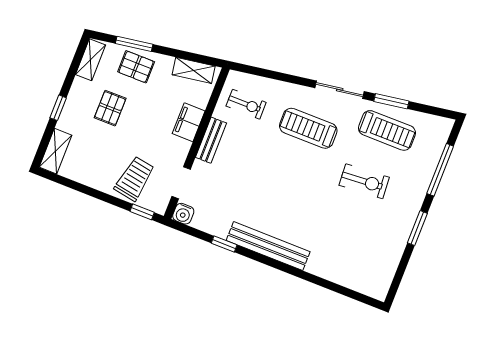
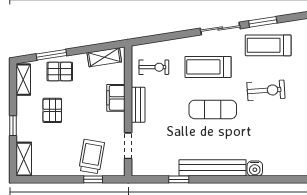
treadmill: (387, 130) -> (268, 45), turned 180
exercise mat: (295, 179) -> (213, 109), added
window: (142, 212) -> (93, 179), moved
water cooler: (183, 214) -> (255, 169), moved

